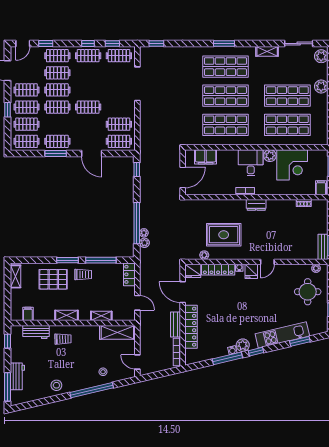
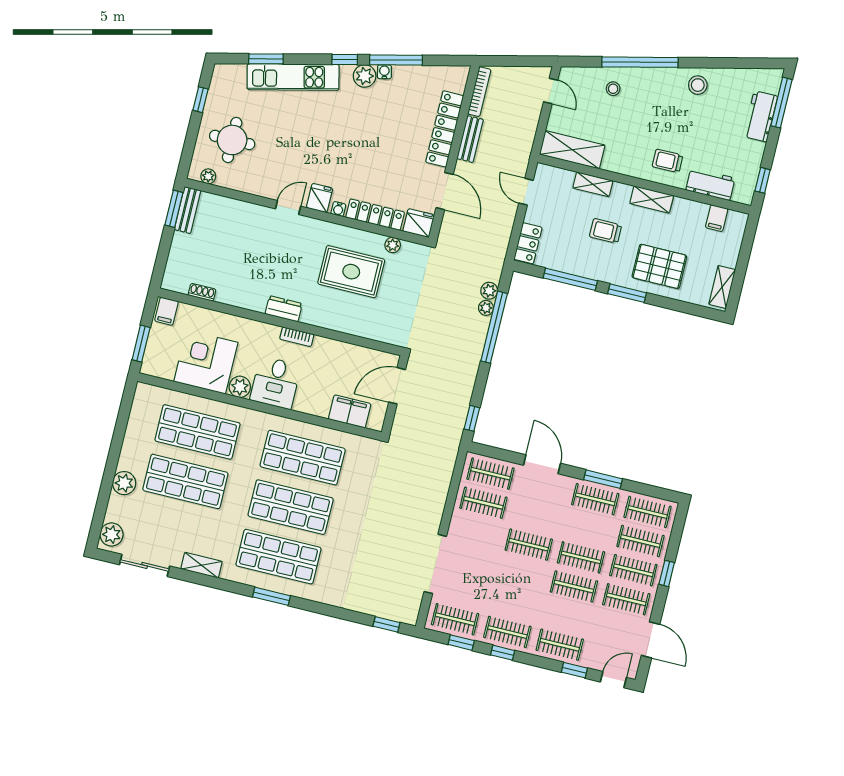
clothes rail: (57, 73) -> (567, 616), removed
trolley: (83, 274) -> (606, 231), moved

